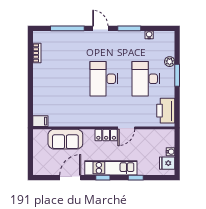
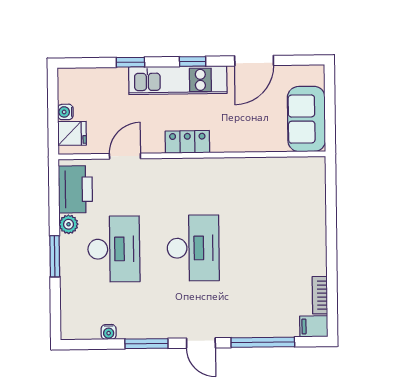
plant: (170, 62) -> (69, 224), moved
filing cabinet: (40, 121) -> (314, 326), moved
door: (126, 128) -> (125, 156), moved
sofa: (65, 139) -> (306, 119), moved, turned -90
fridge: (167, 163) -> (72, 133), moved

